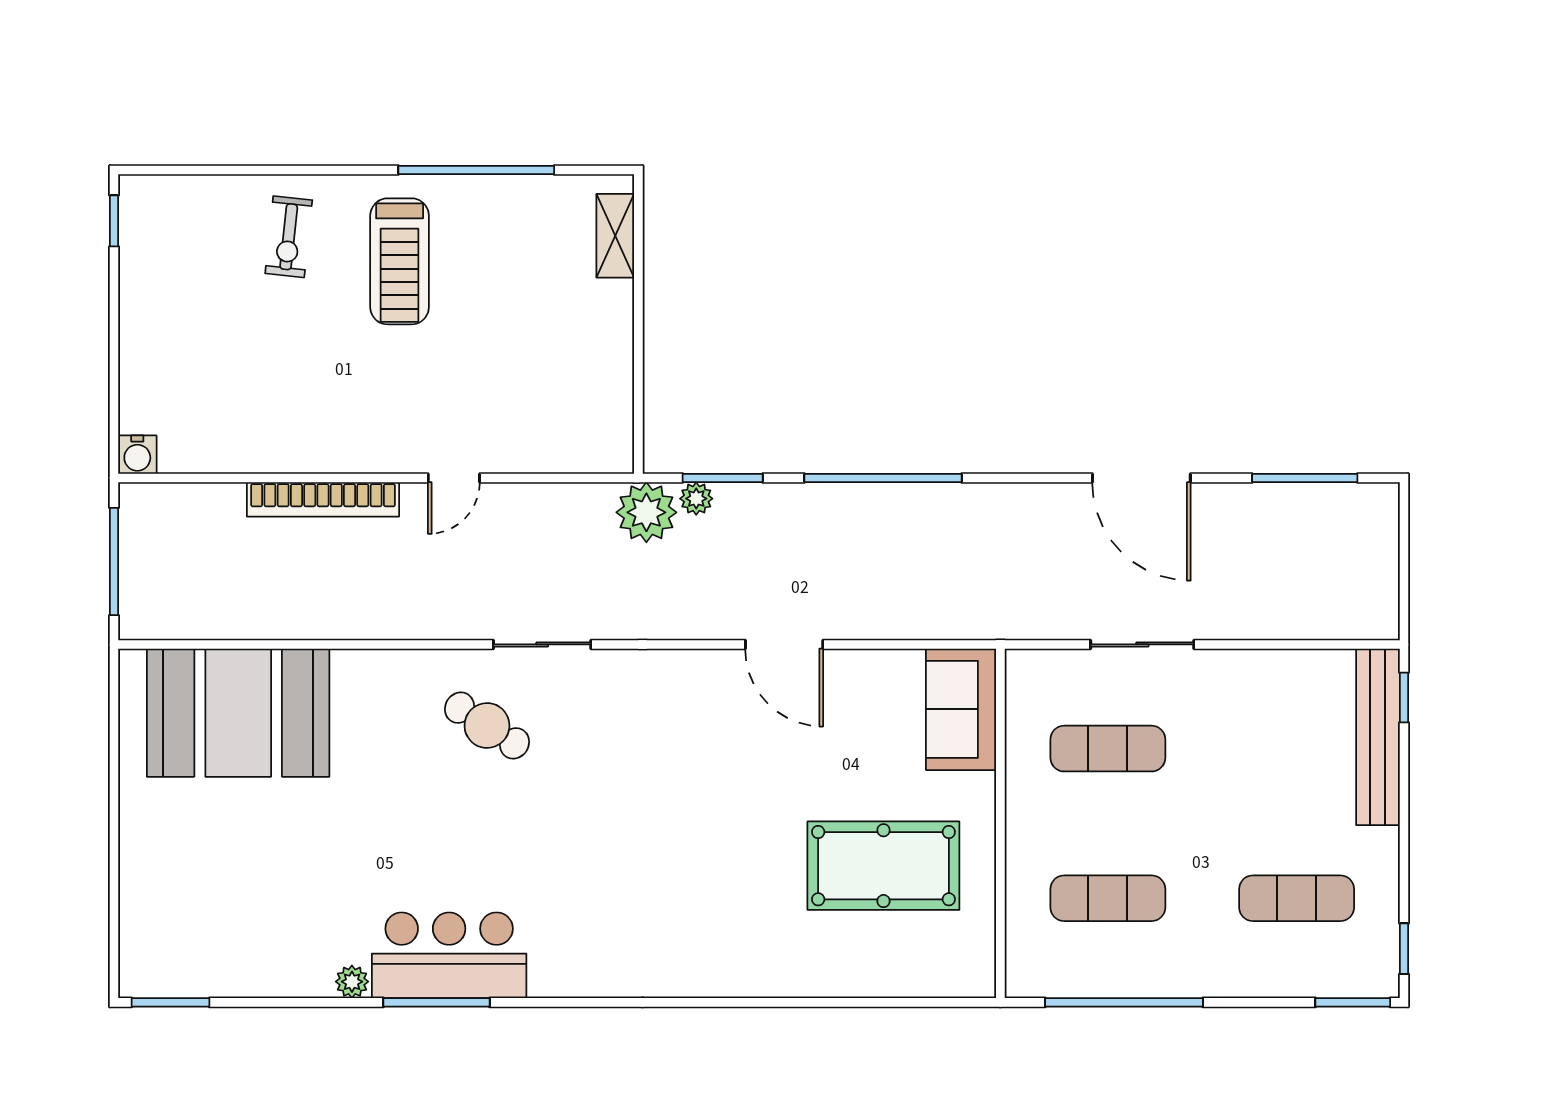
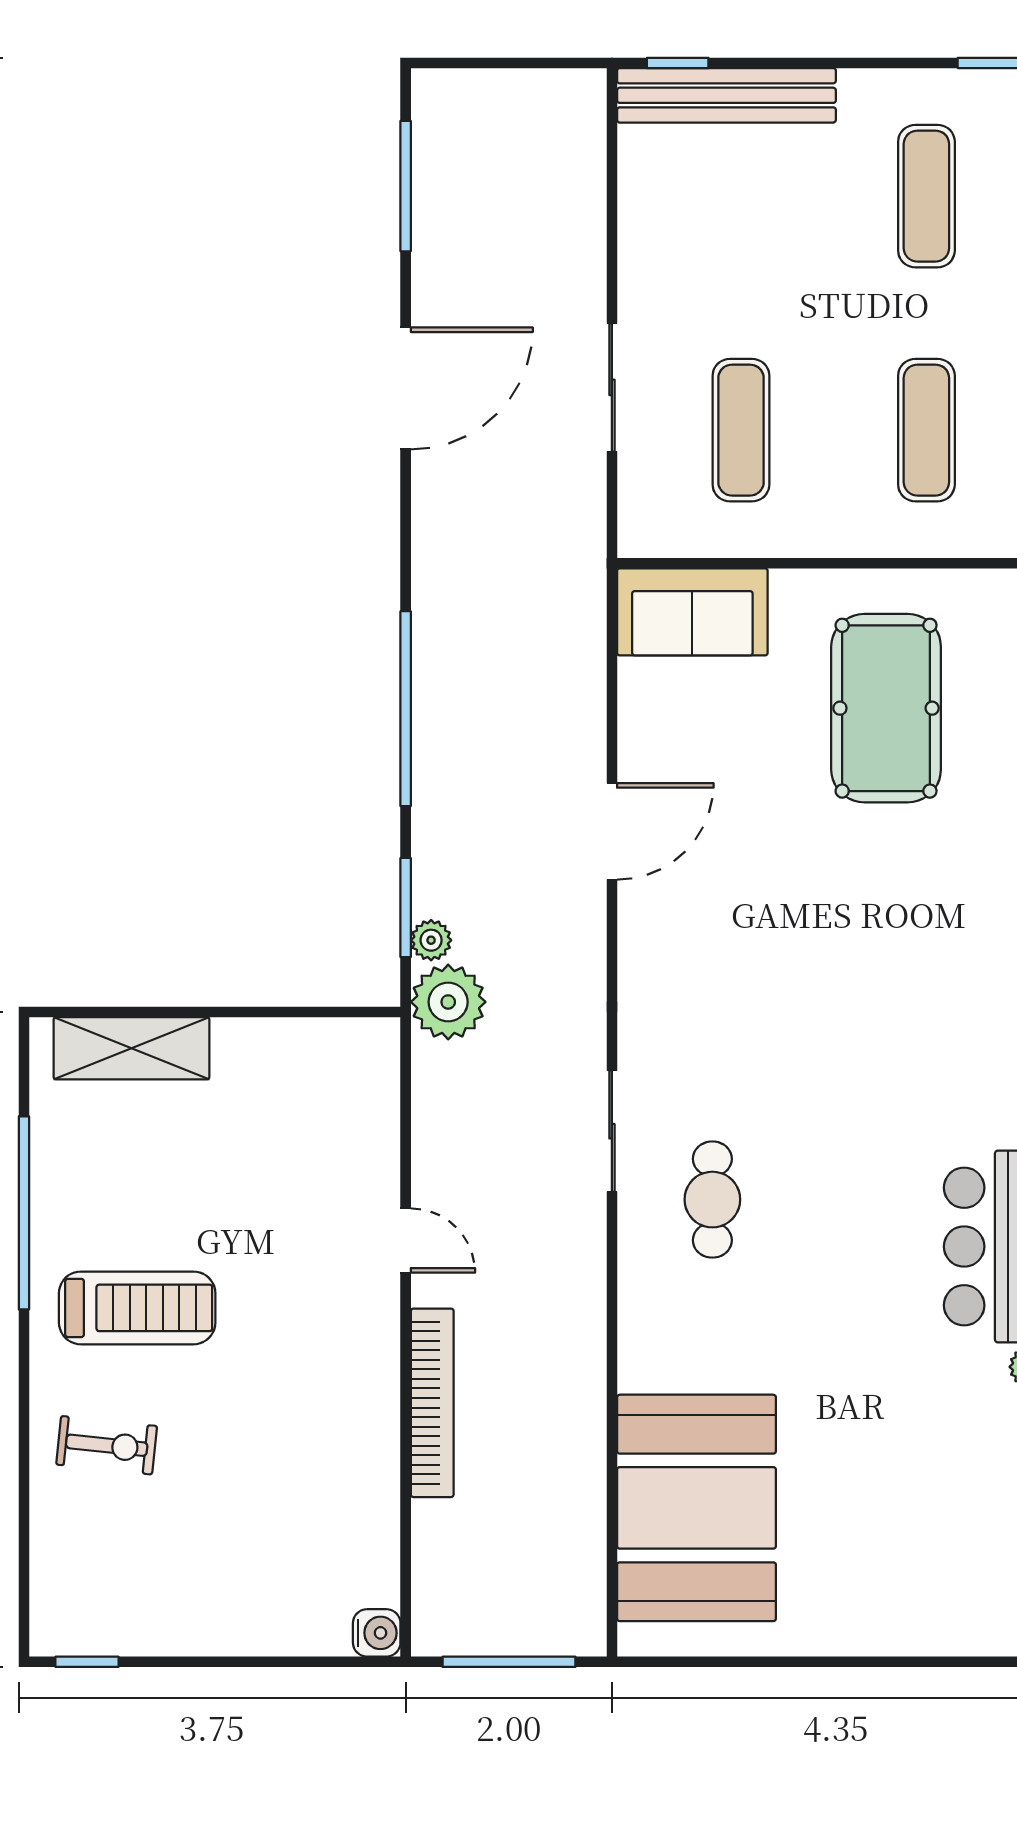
shelving: (615, 236) -> (131, 1048), width x1.50, depth x1.33
cafe table: (487, 726) -> (712, 1200), turned -33

